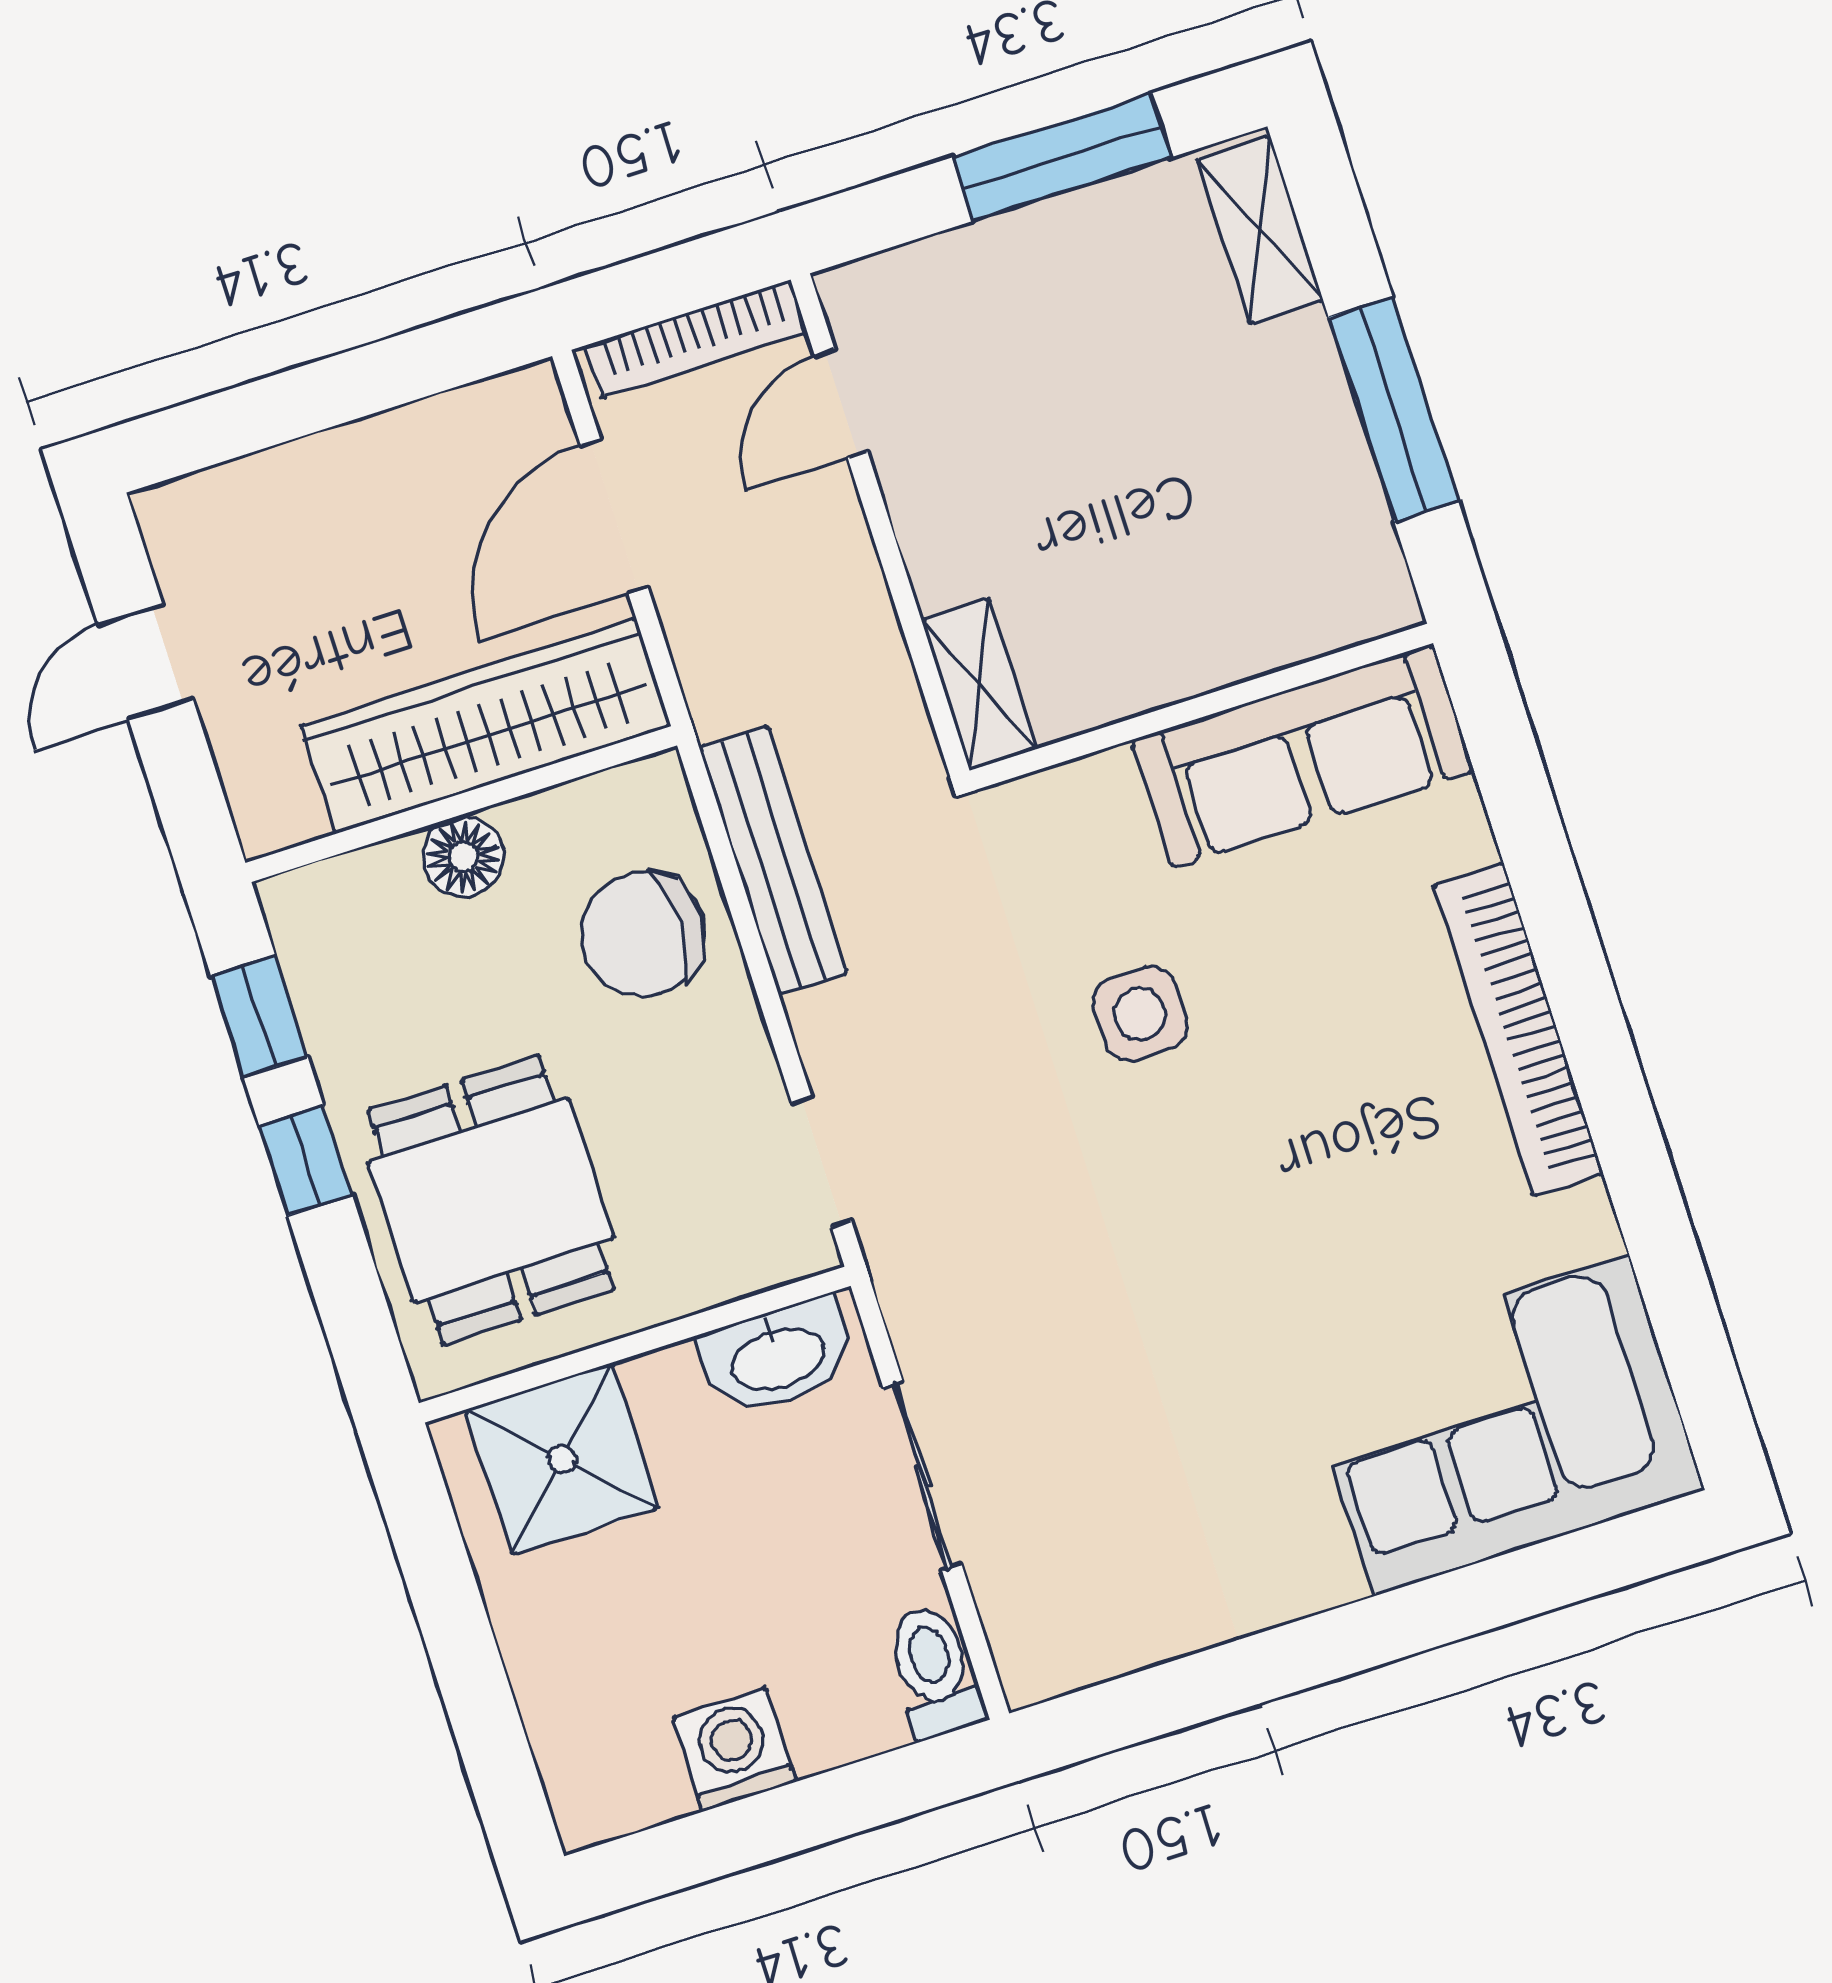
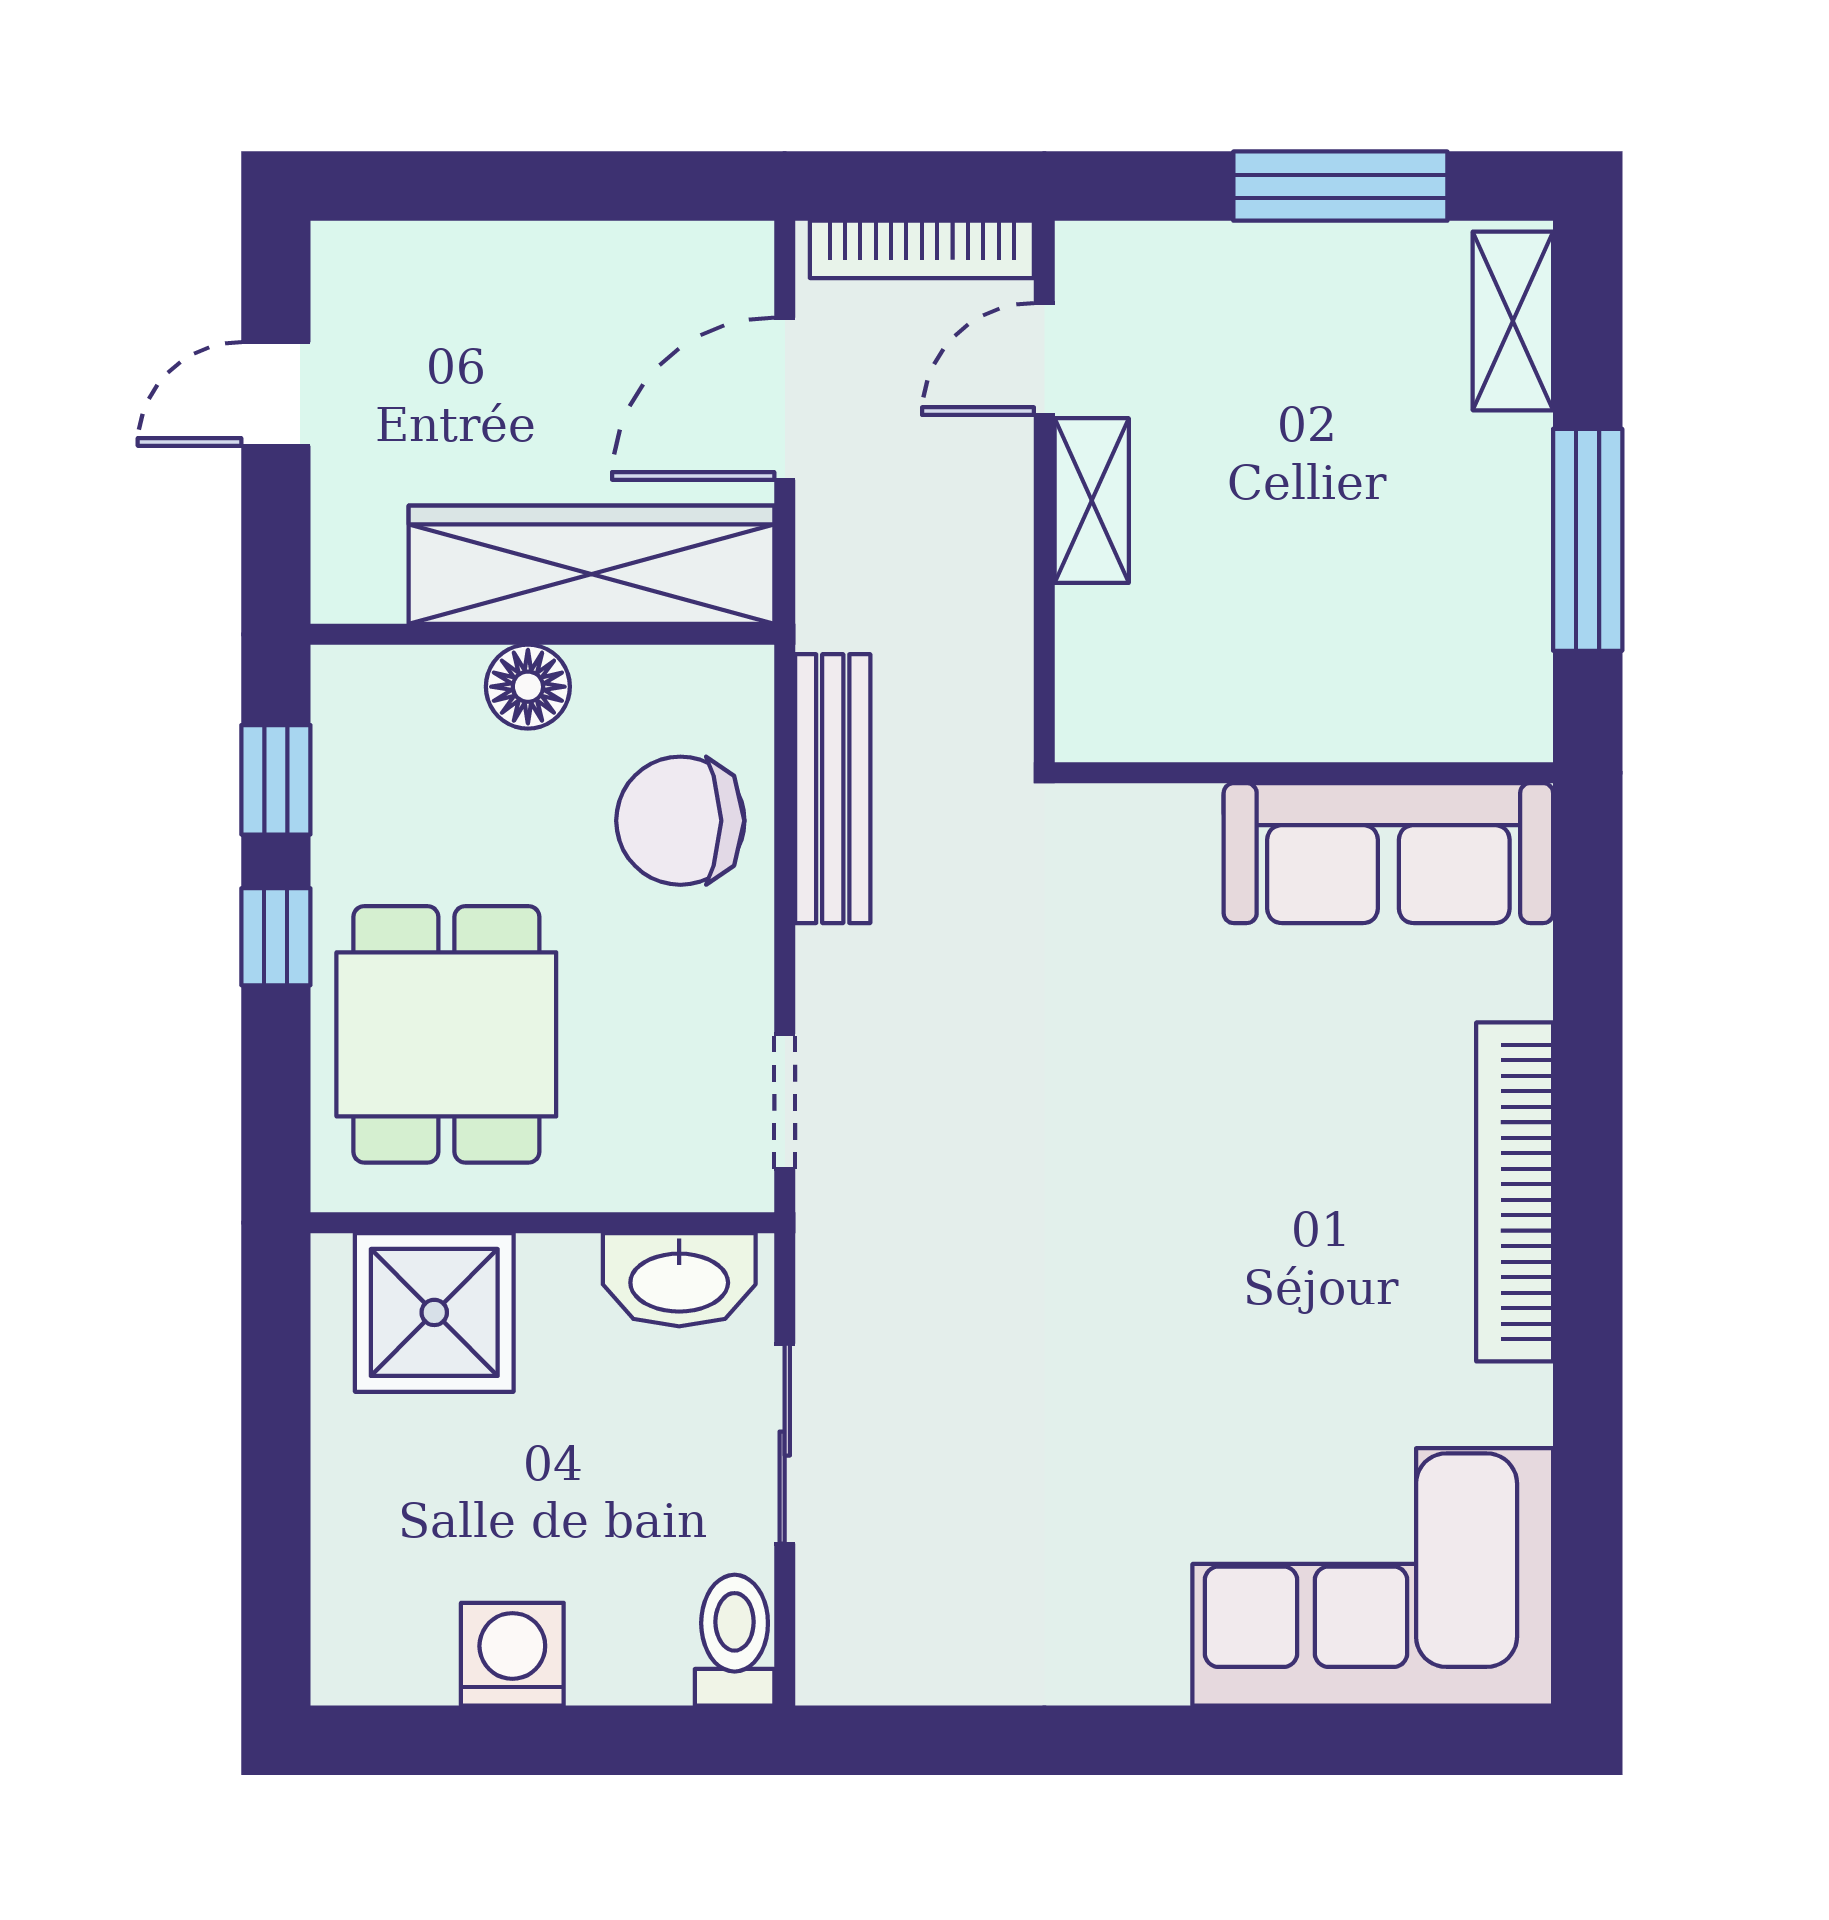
shelving: (979, 684) -> (1092, 501), moved
side table: (1140, 1014) -> (1146, 1056), removed

